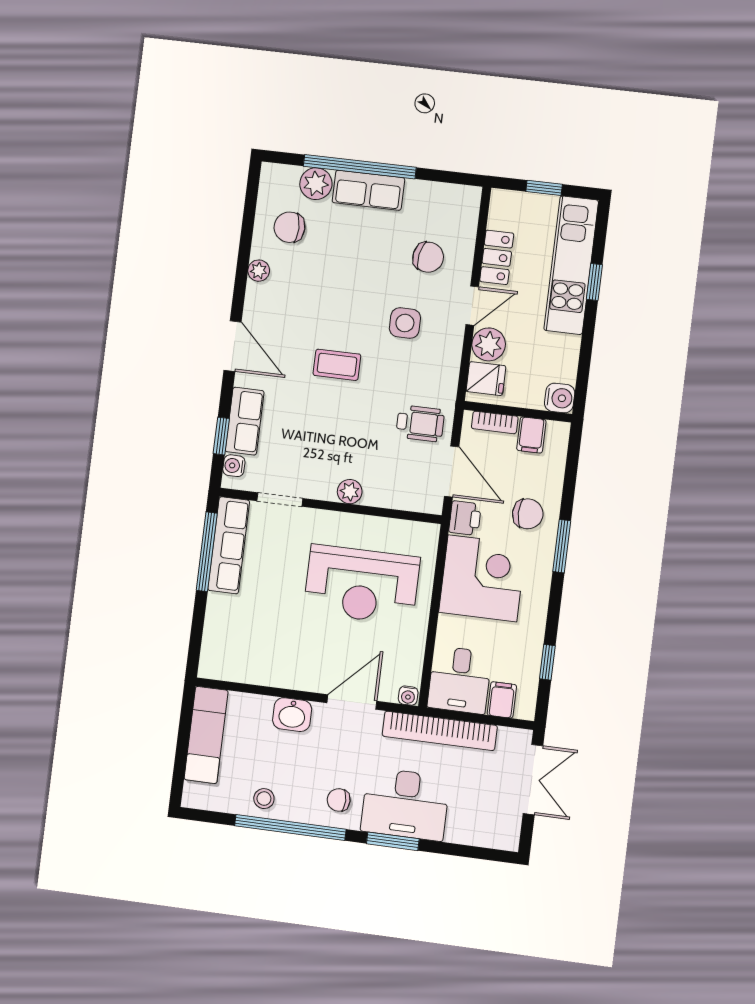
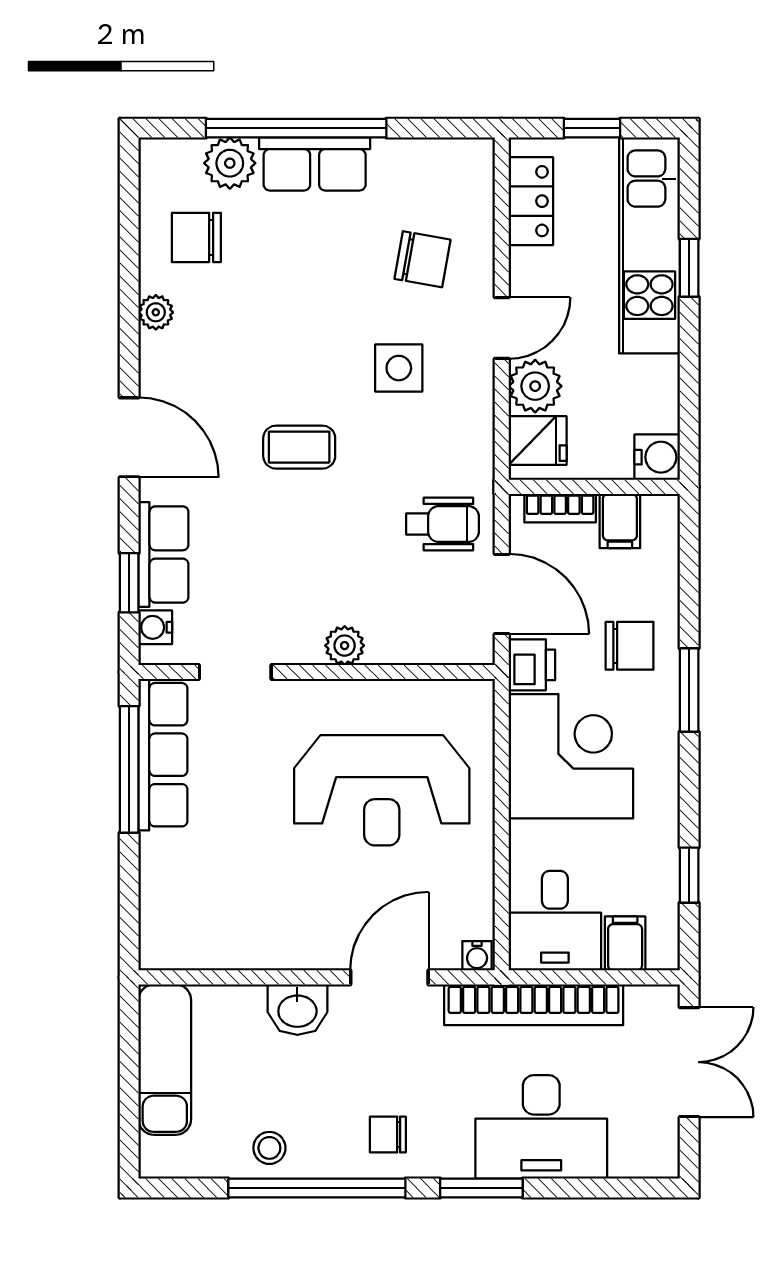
locker: (497, 257) -> (531, 201), moved
desk: (405, 804) -> (541, 1127), moved

